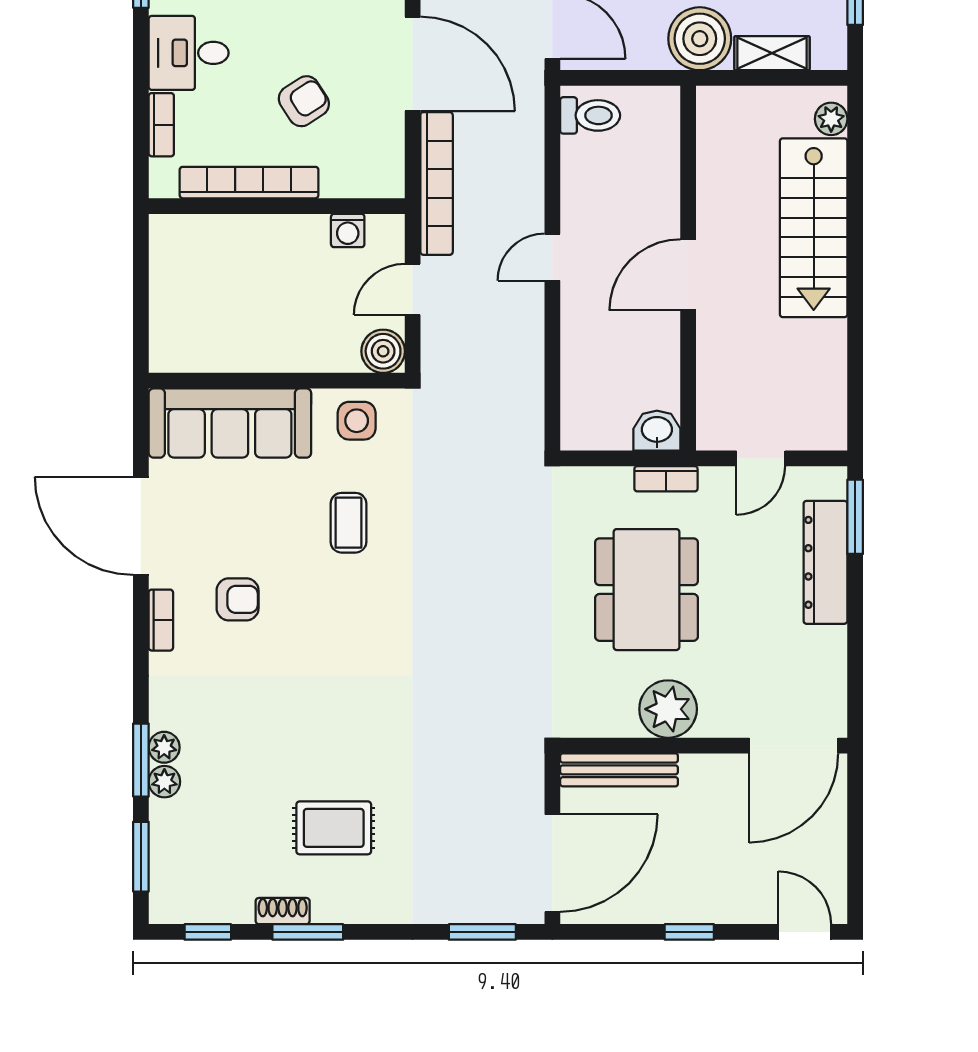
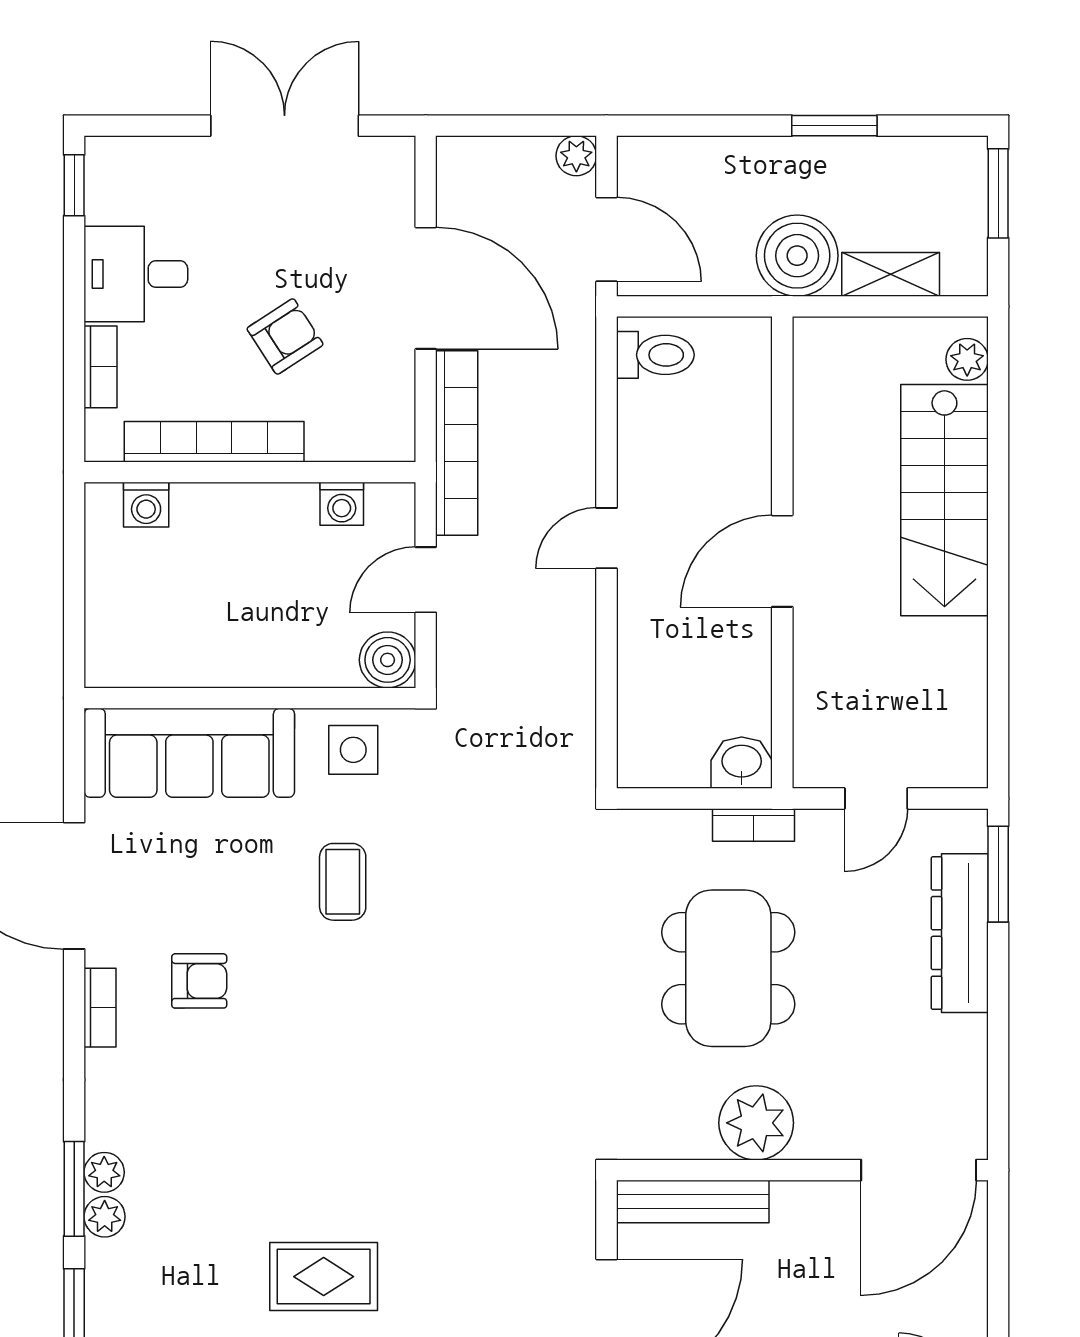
washing machine: (196, 231) -> (146, 505), added

